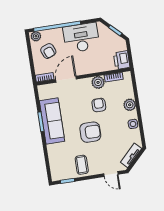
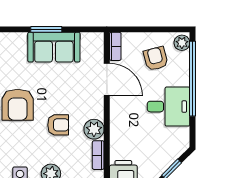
desk: (81, 38) -> (169, 107), width x0.73
armchair: (48, 51) -> (156, 59), turned 97
sofa: (52, 121) -> (54, 47), width x0.73

